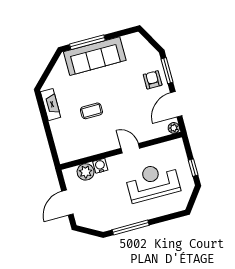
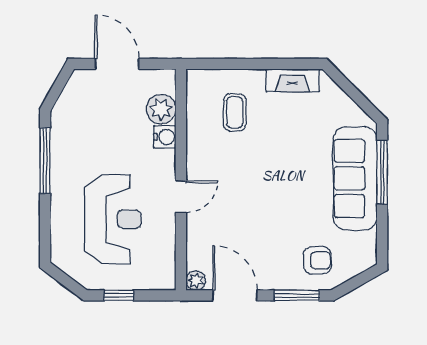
armchair: (153, 80) -> (317, 260), moved
coffee table: (91, 111) -> (235, 112), moved

